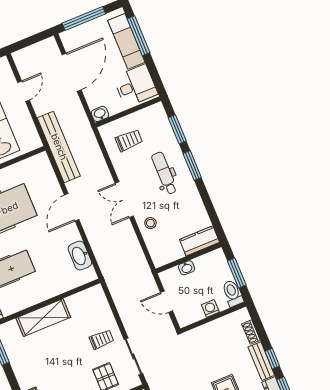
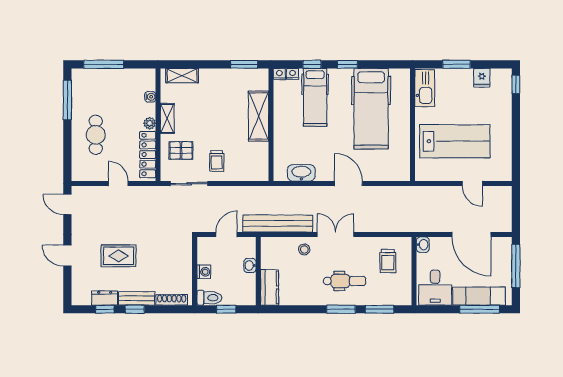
bench: (59, 147) -> (278, 223), moved
window: (237, 273) -> (226, 309), width x0.67
shoe rack: (251, 332) -> (172, 300), width x1.43

